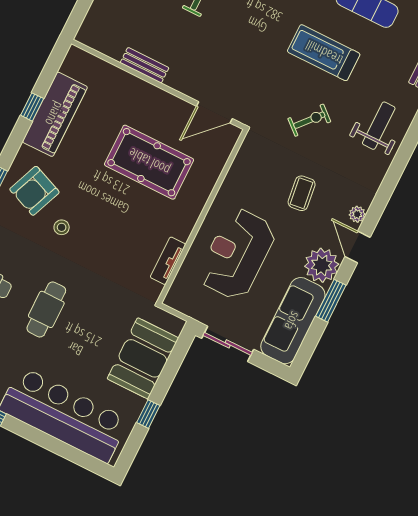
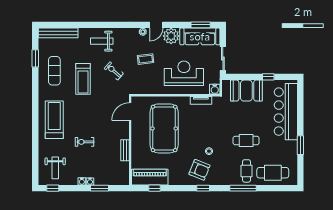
window: (32, 107) -> (155, 188), moved
door: (214, 112) -> (130, 112), swing flipped
piano: (55, 114) -> (150, 177), moved
pool table: (149, 162) -> (164, 128), width x1.36, depth x1.32
reception desk: (237, 254) -> (184, 73), turned 180
water cooler: (176, 298) -> (215, 89), added
window: (331, 301) -> (201, 25), moved

